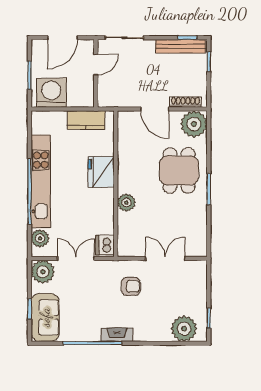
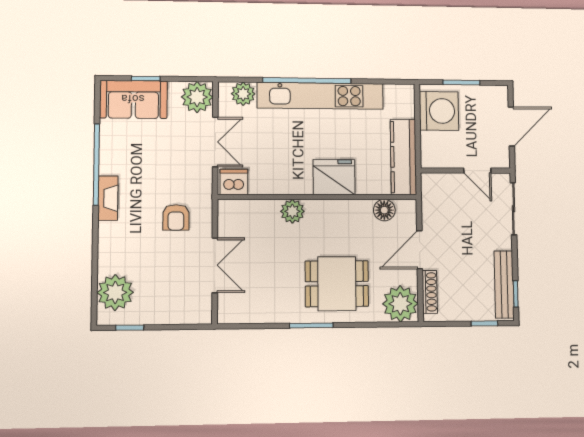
door: (62, 38) -> (511, 126), swing flipped
kitchen counter: (86, 120) -> (403, 157), width x1.50
floor lamp: (125, 135) -> (384, 210), added

